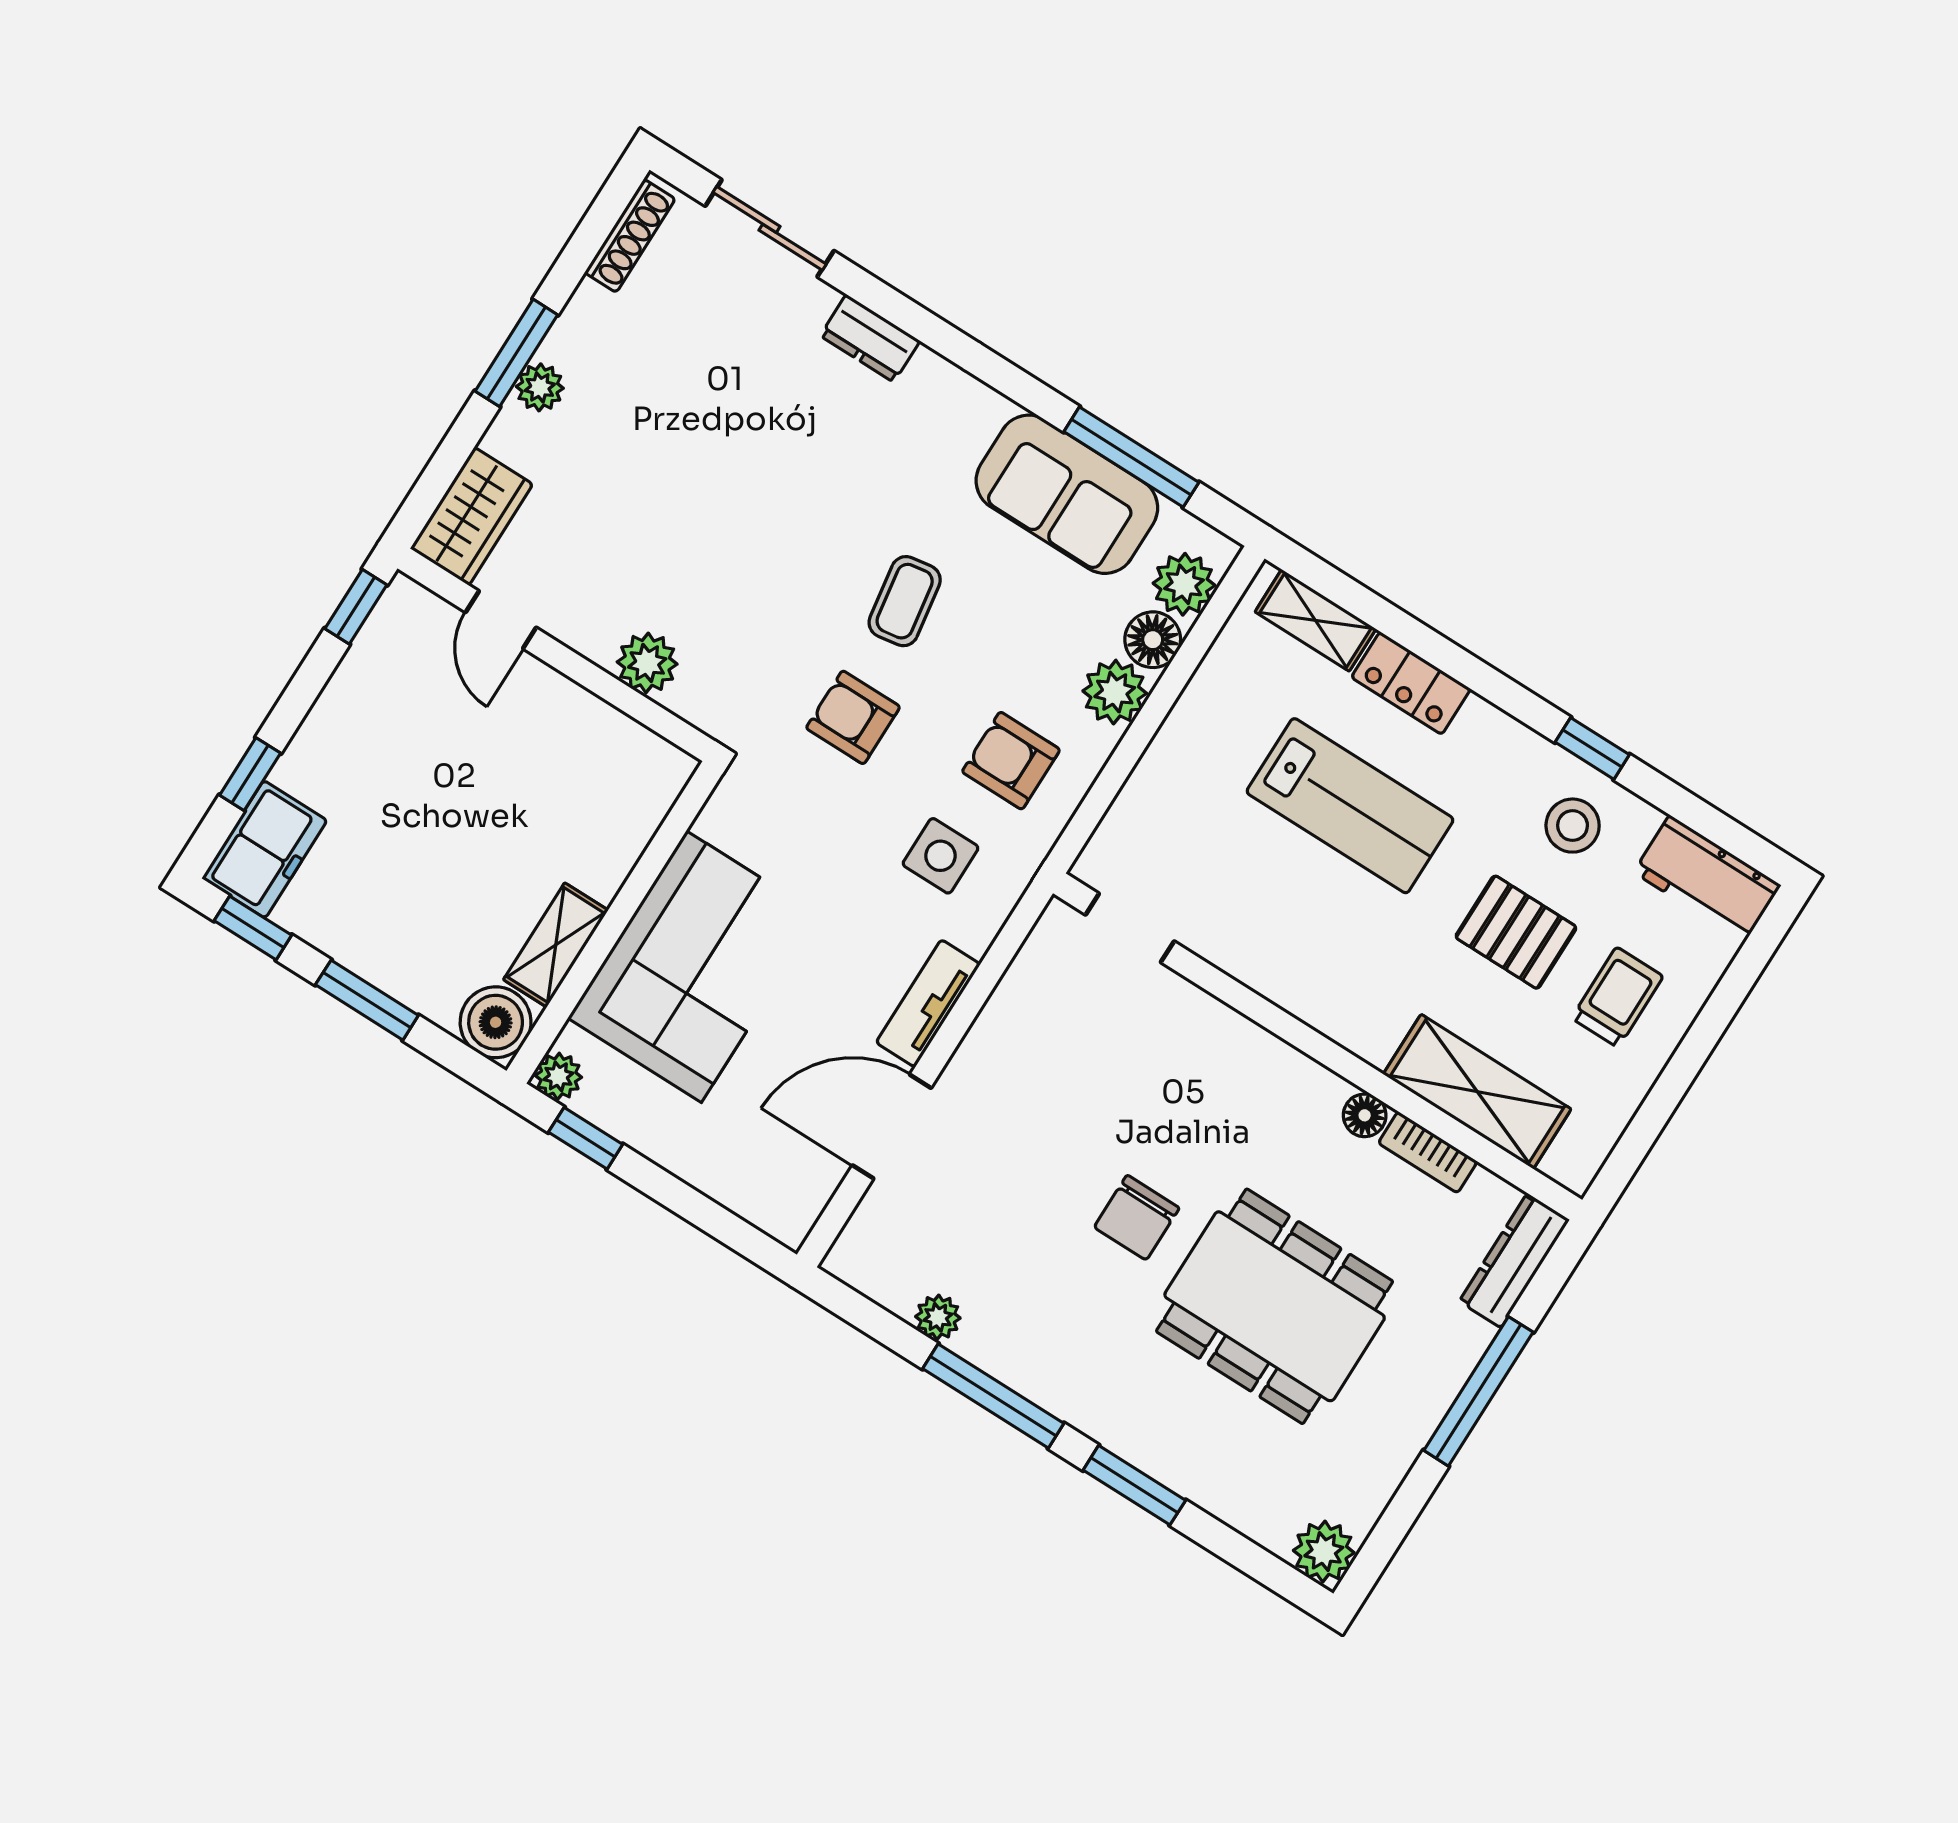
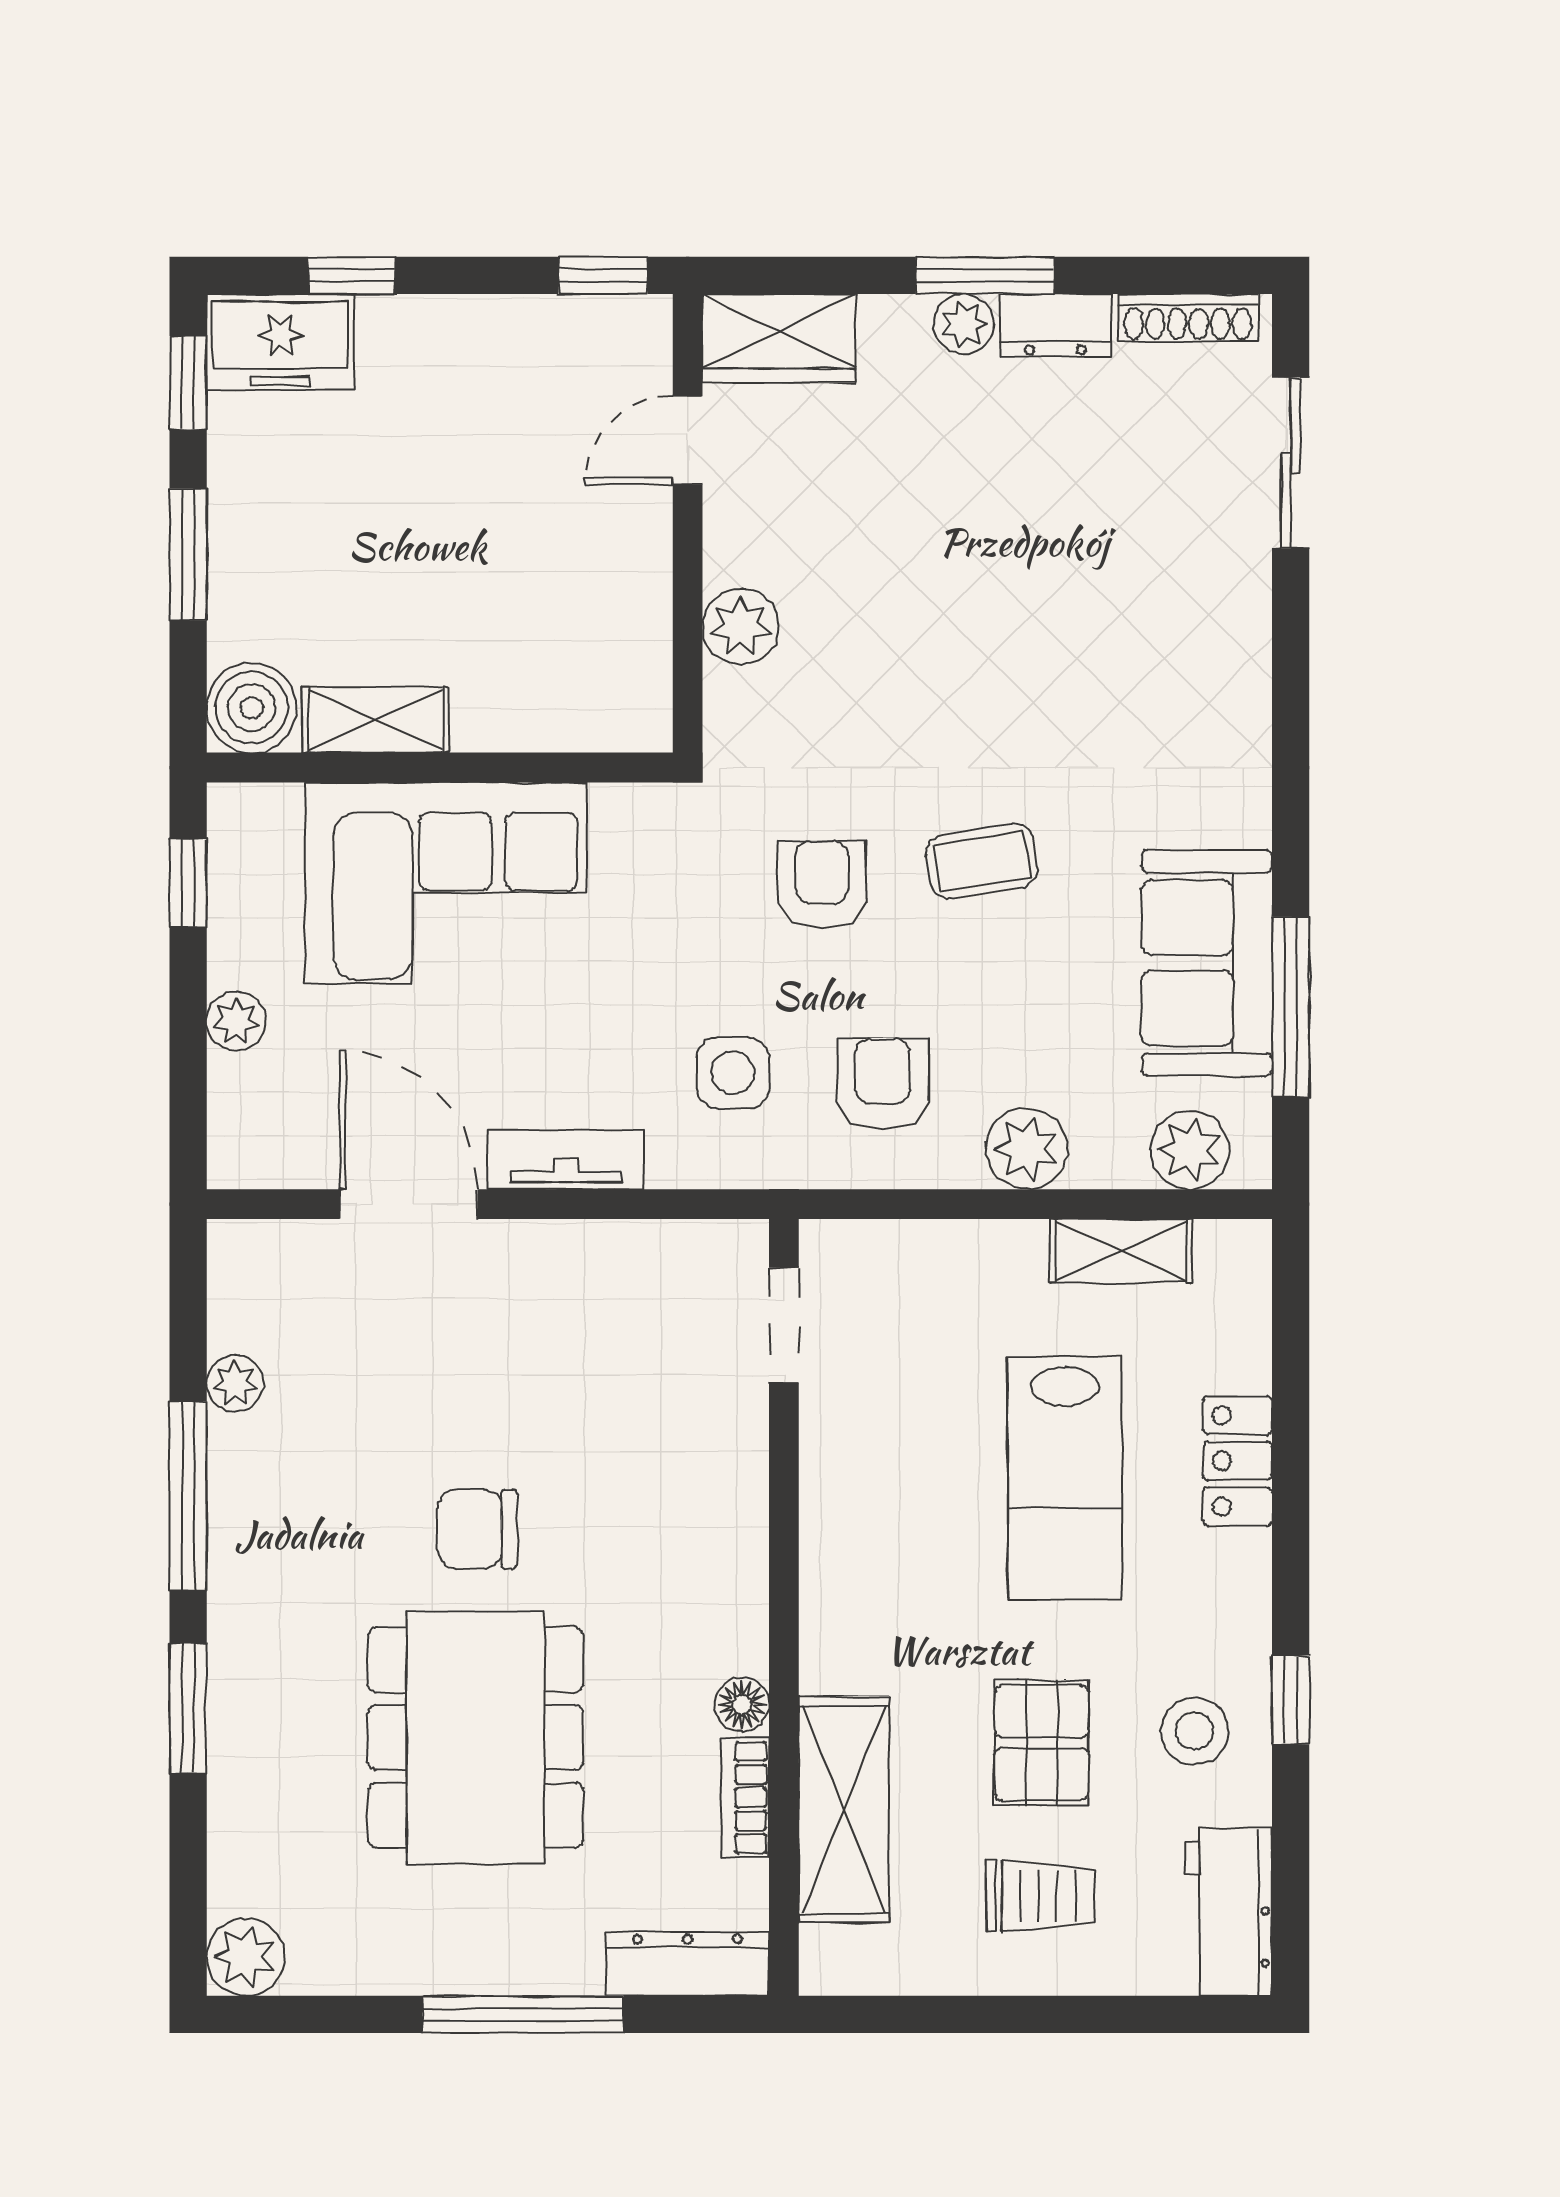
dresser: (870, 338) -> (1056, 325), moved, turned -90
shelving: (1315, 620) -> (1121, 1251), moved, turned 90
floor lamp: (1153, 640) -> (1109, 1154), removed
plant: (558, 1076) -> (236, 1021), moved

